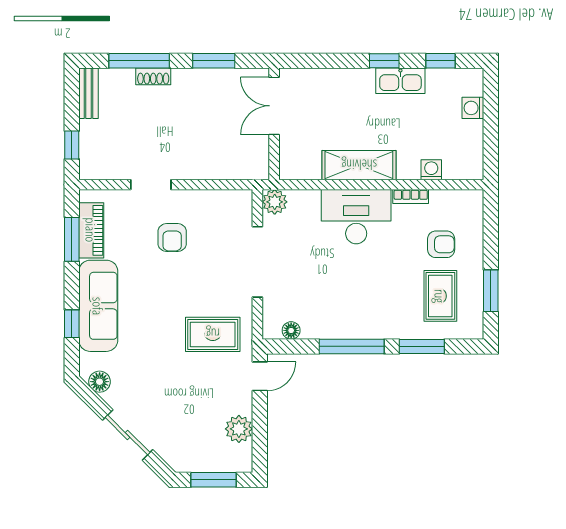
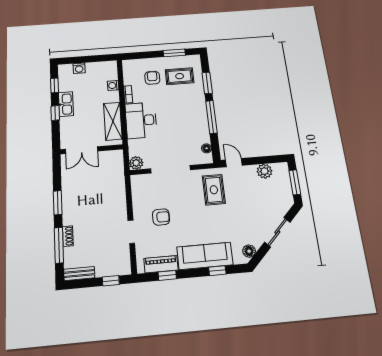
double door: (274, 106) -> (82, 150), moved
wall: (274, 124) -> (92, 149), moved
window: (72, 239) -> (167, 275), width x0.67

